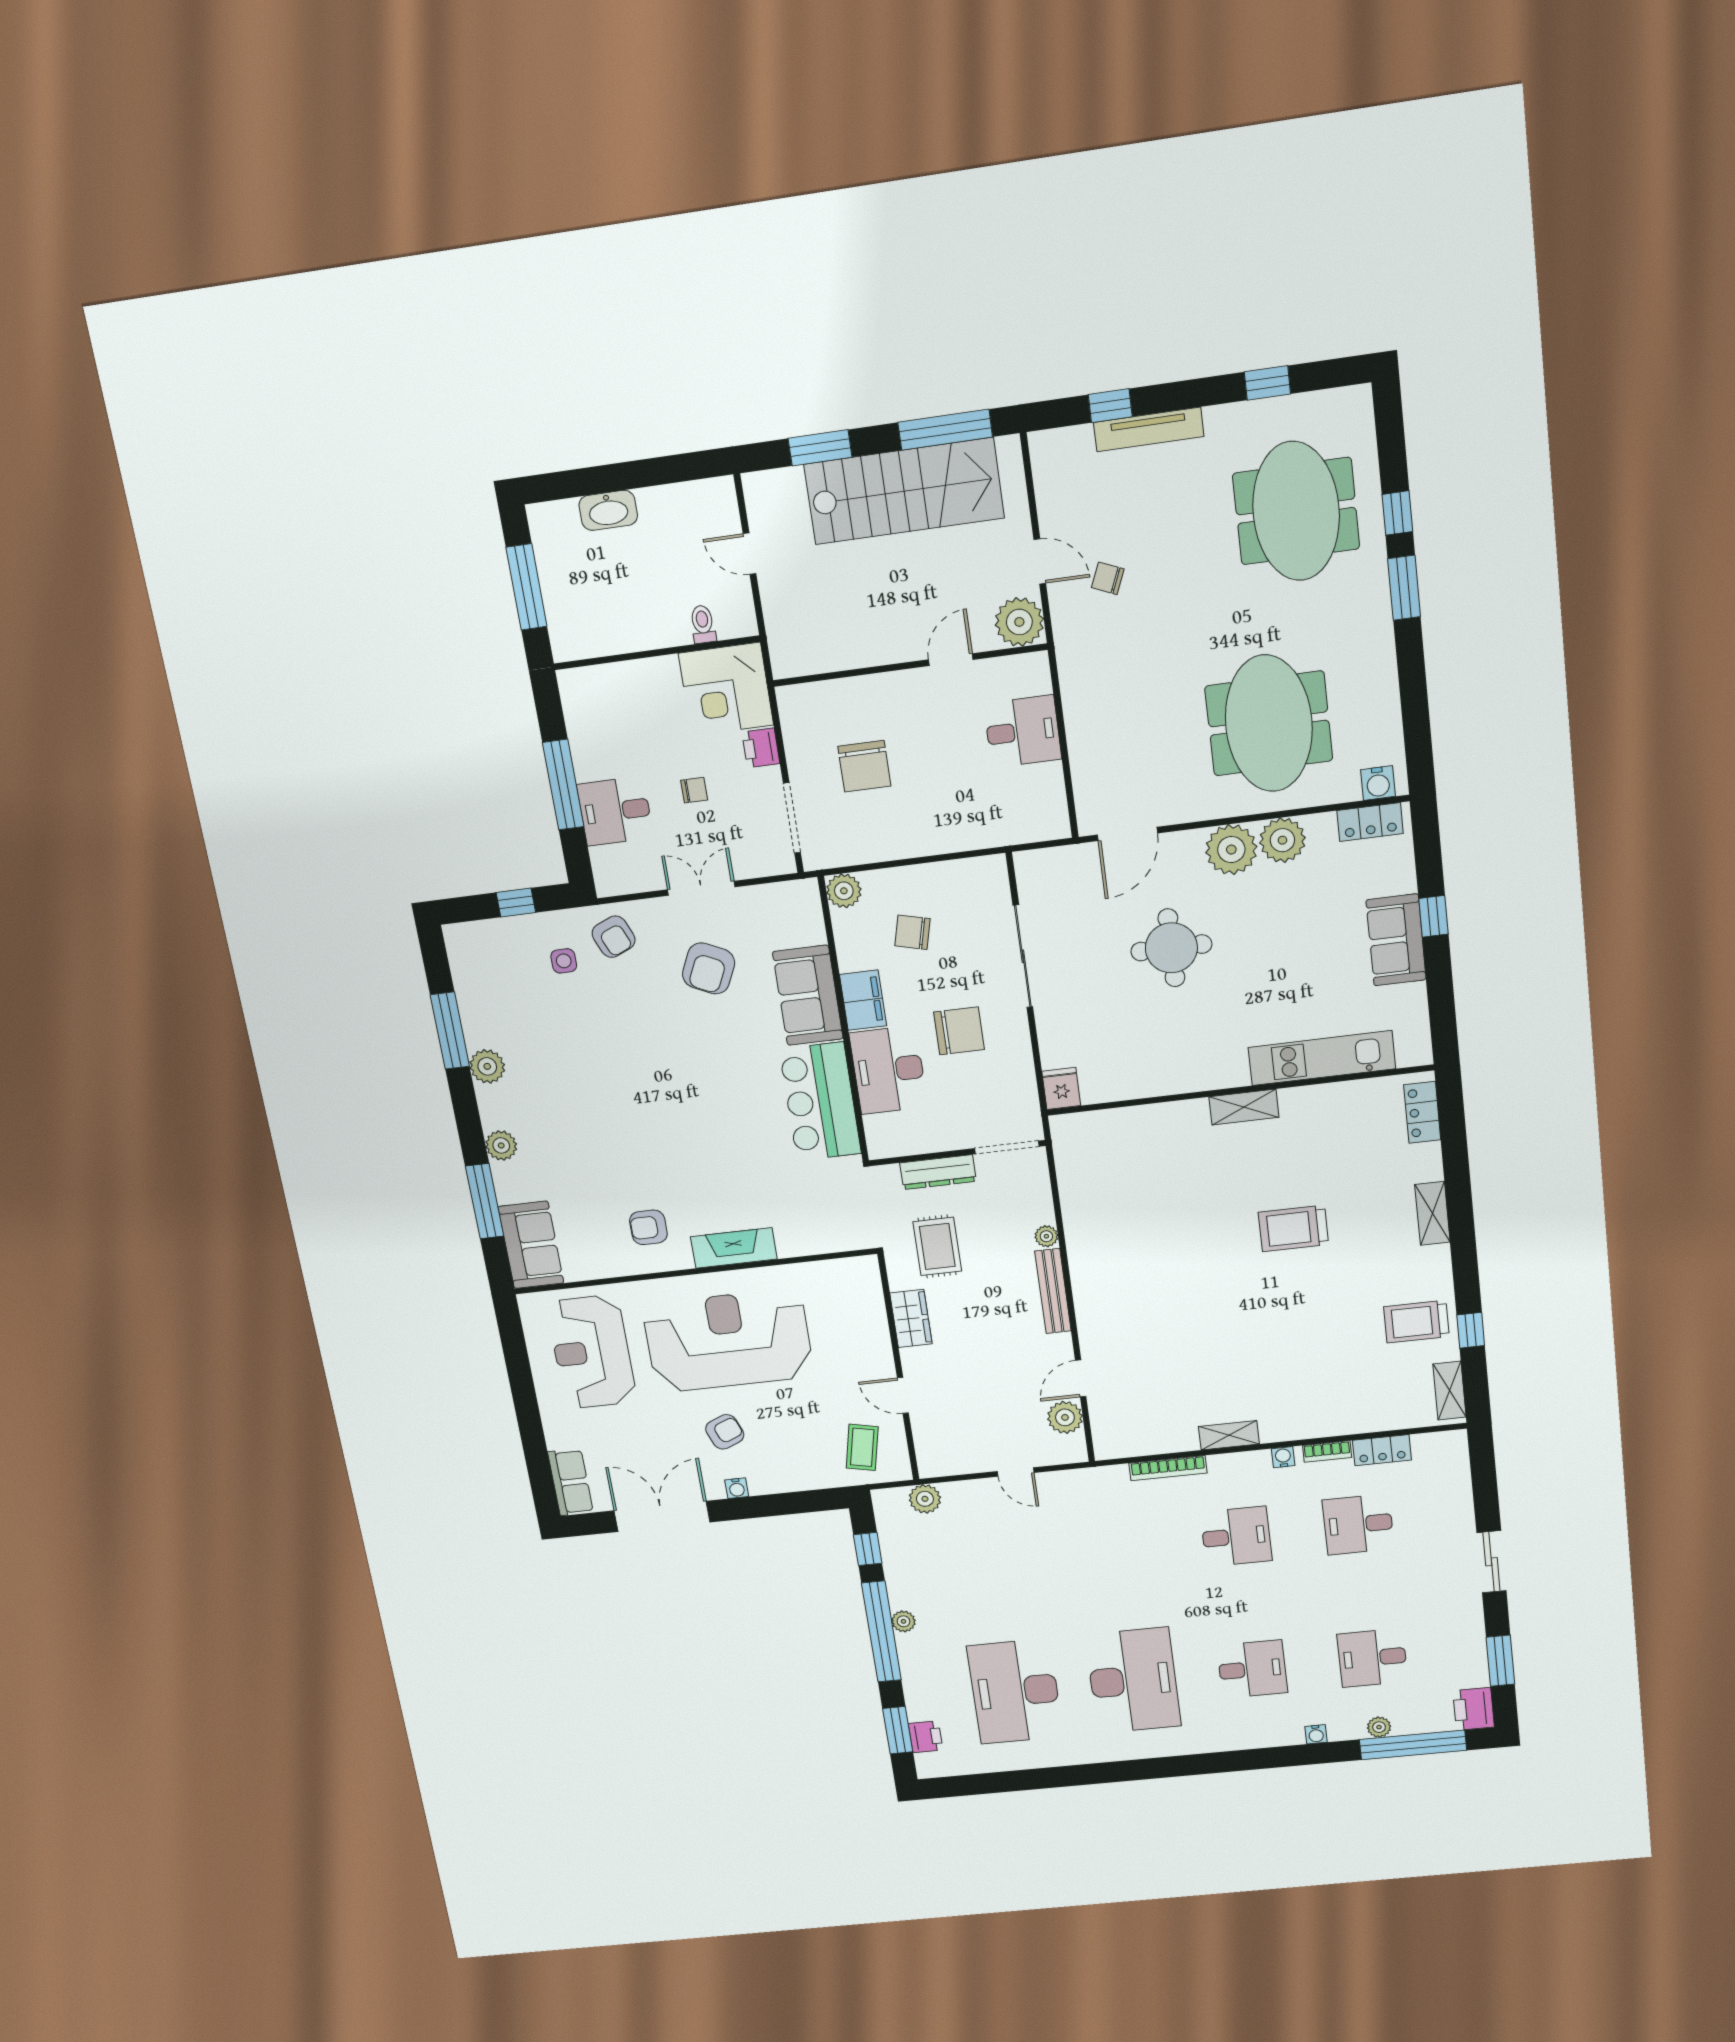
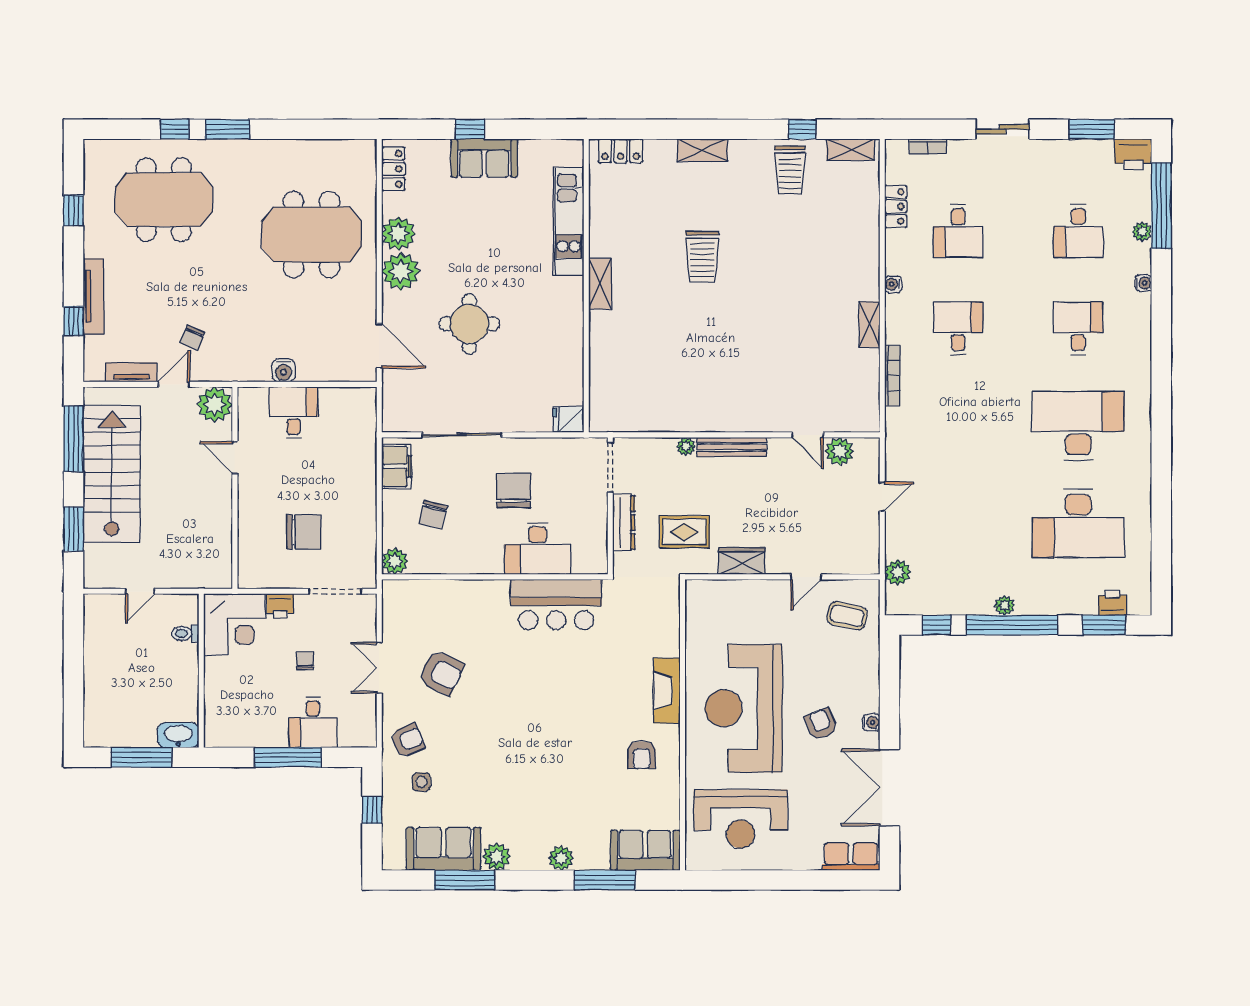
tv unit: (1049, 499) -> (131, 372), added
washbasin: (608, 510) -> (178, 735), moved, turned -90
water cooler: (1378, 783) -> (284, 370), moved, turned 90
sofa: (808, 995) -> (444, 849), moved, turned 180
filing cabinet: (863, 1000) -> (396, 466), moved, turned 90
bookcase: (1327, 1451) -> (928, 146), moved, turned 90

